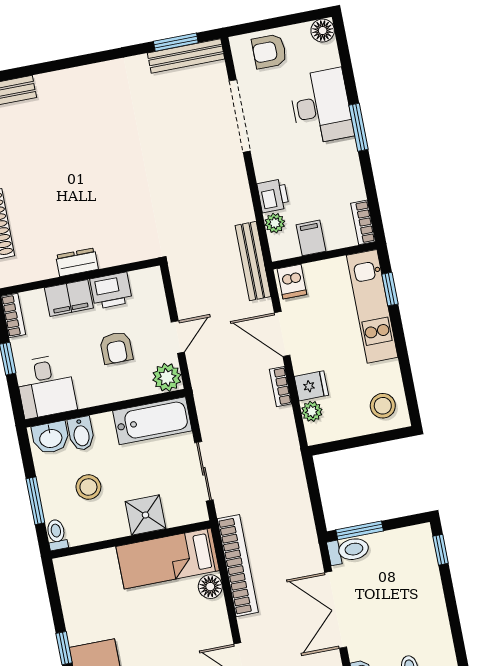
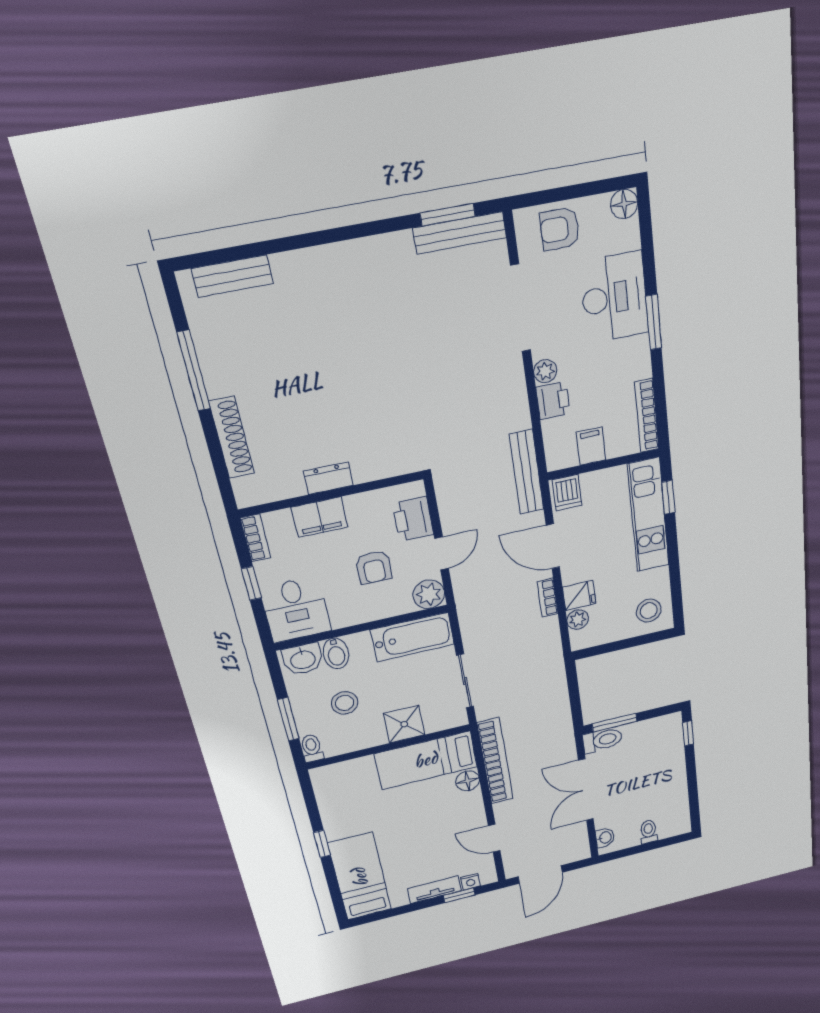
bookcase: (363, 222) -> (647, 416), width x1.56
plant: (275, 223) -> (545, 371), moved
printer: (111, 291) -> (413, 519), moved, turned 90

